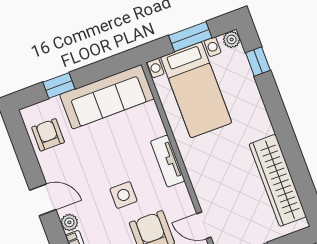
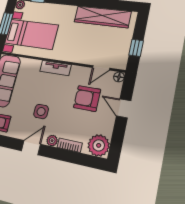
side table: (123, 195) -> (41, 111), moved

